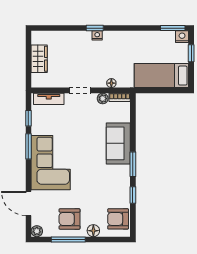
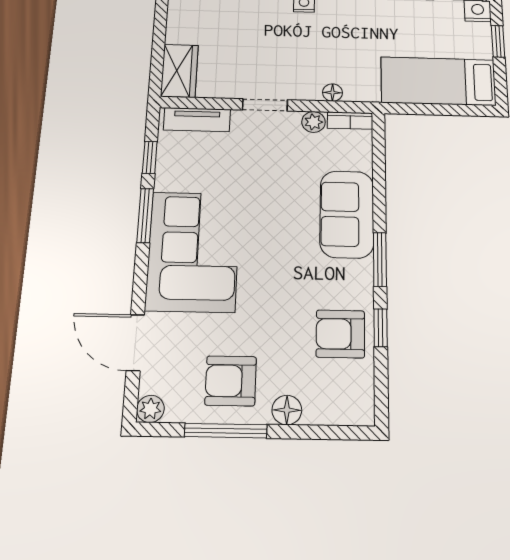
wardrobe: (39, 59) -> (179, 71), moved
armchair: (118, 219) -> (340, 334), moved

